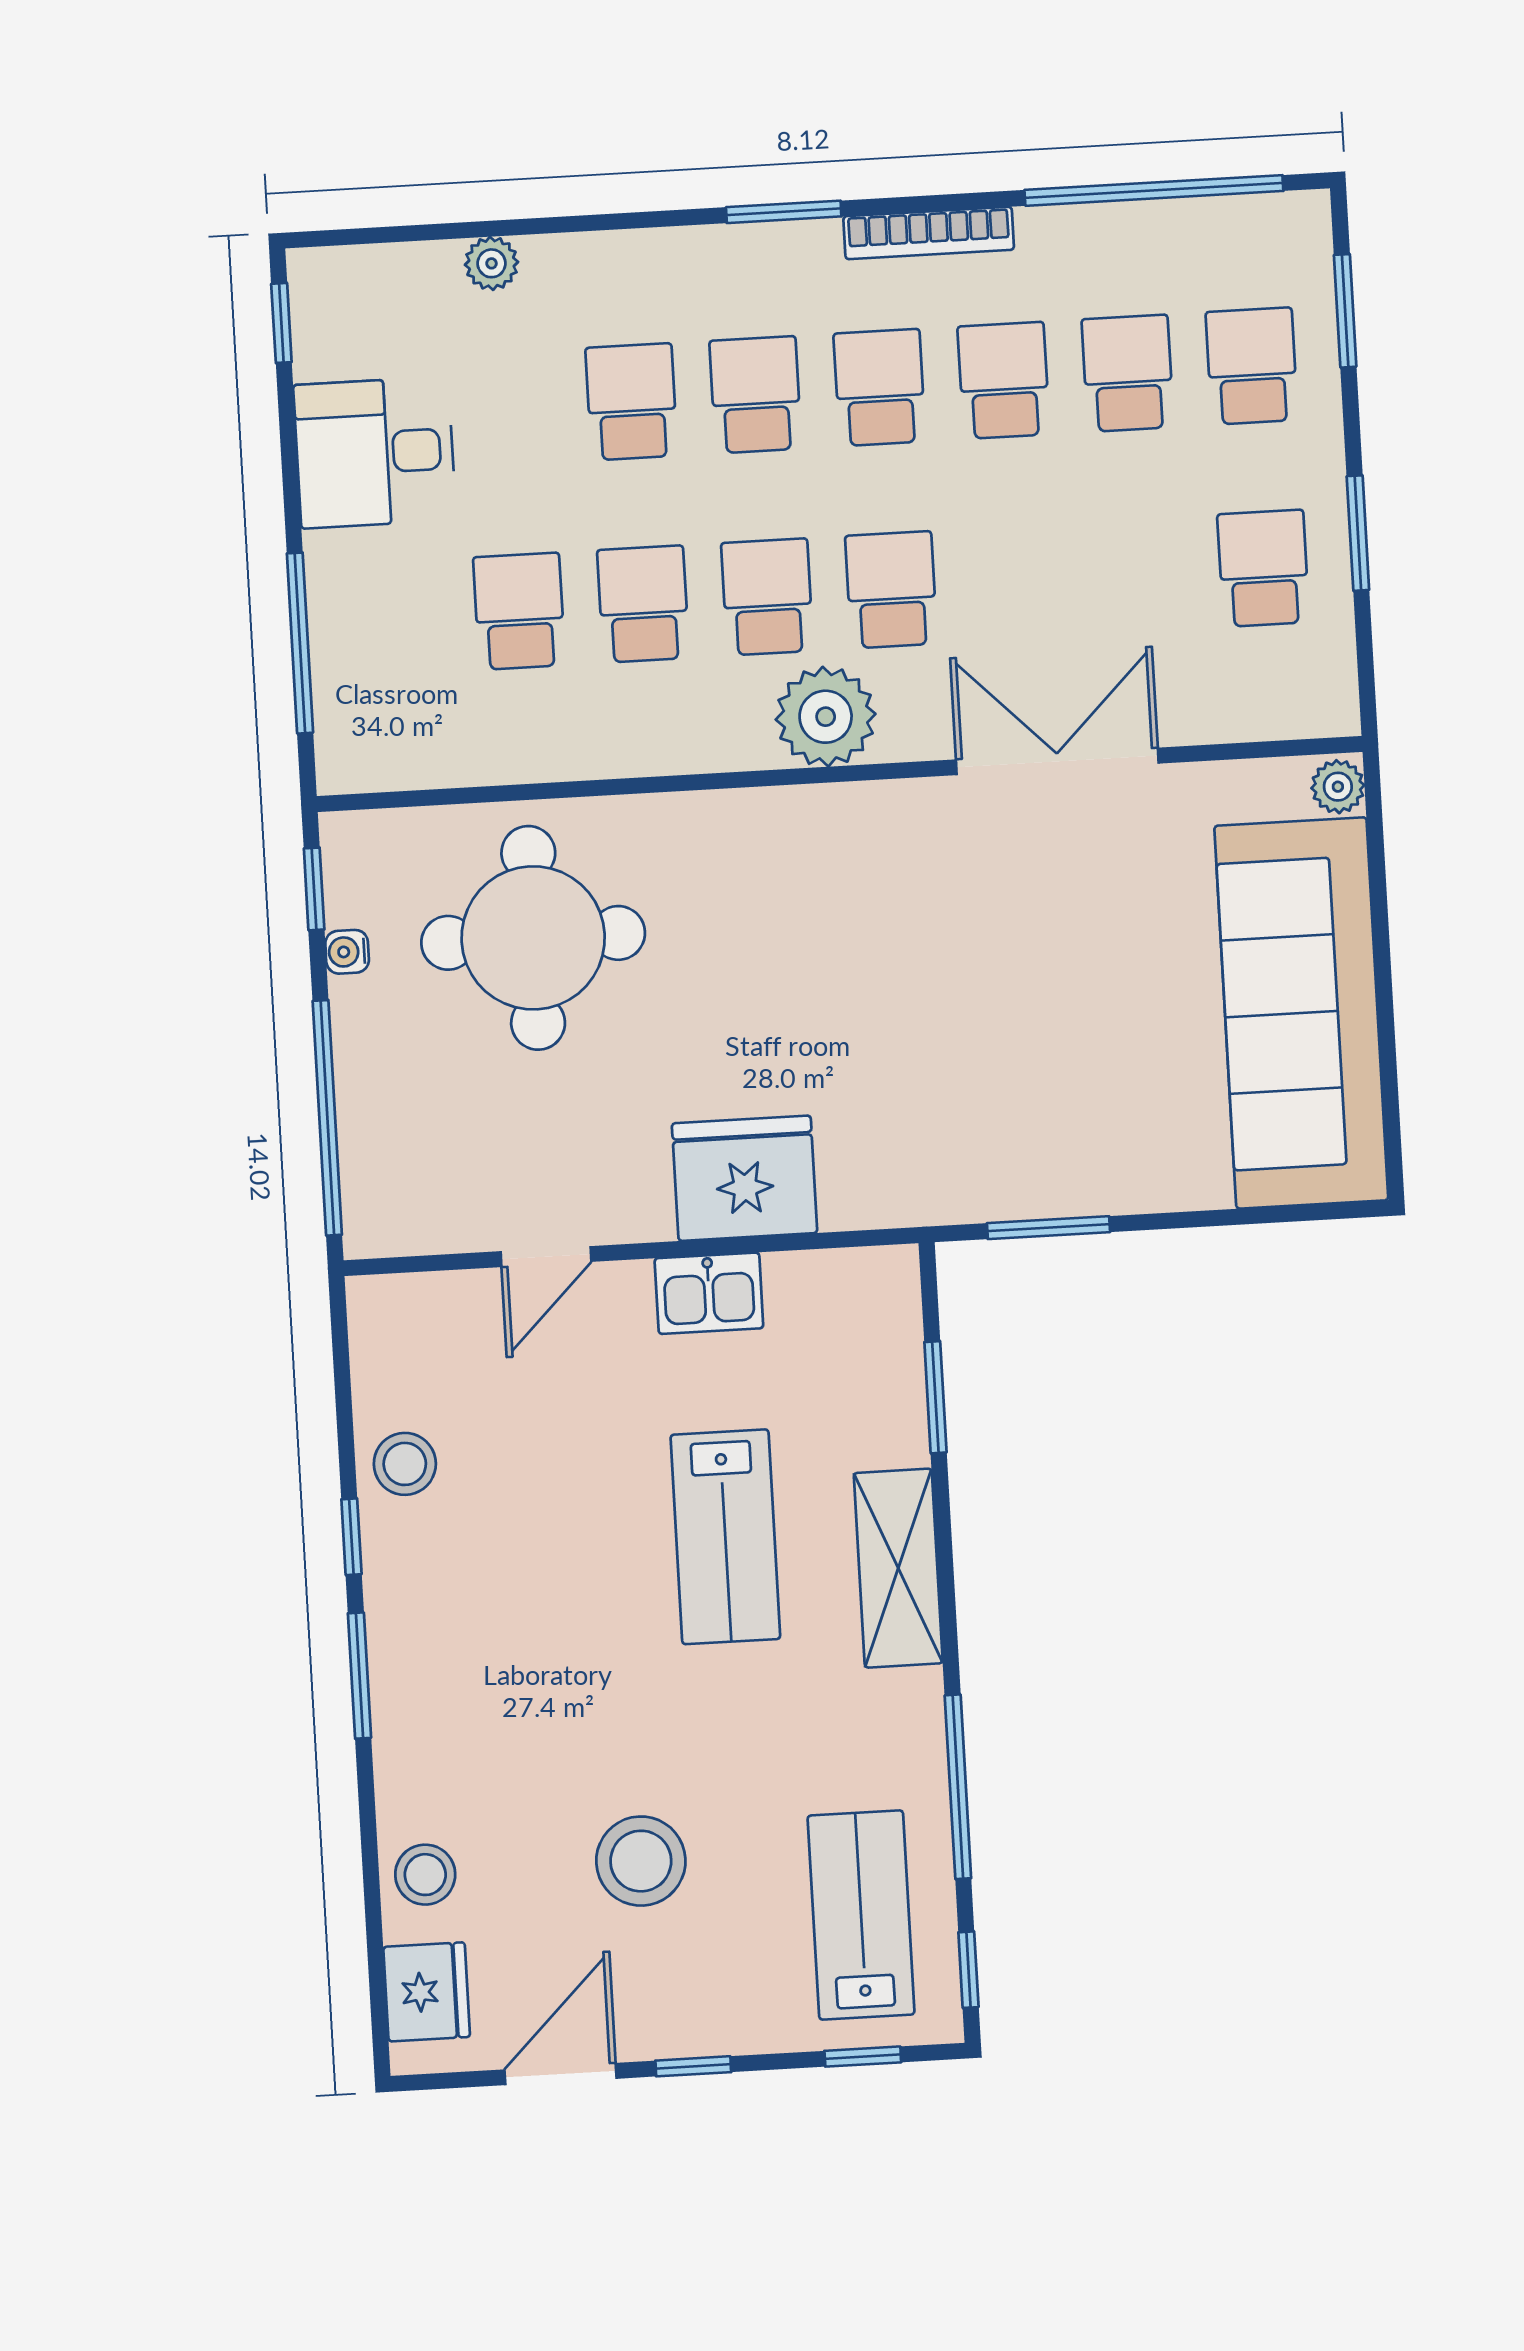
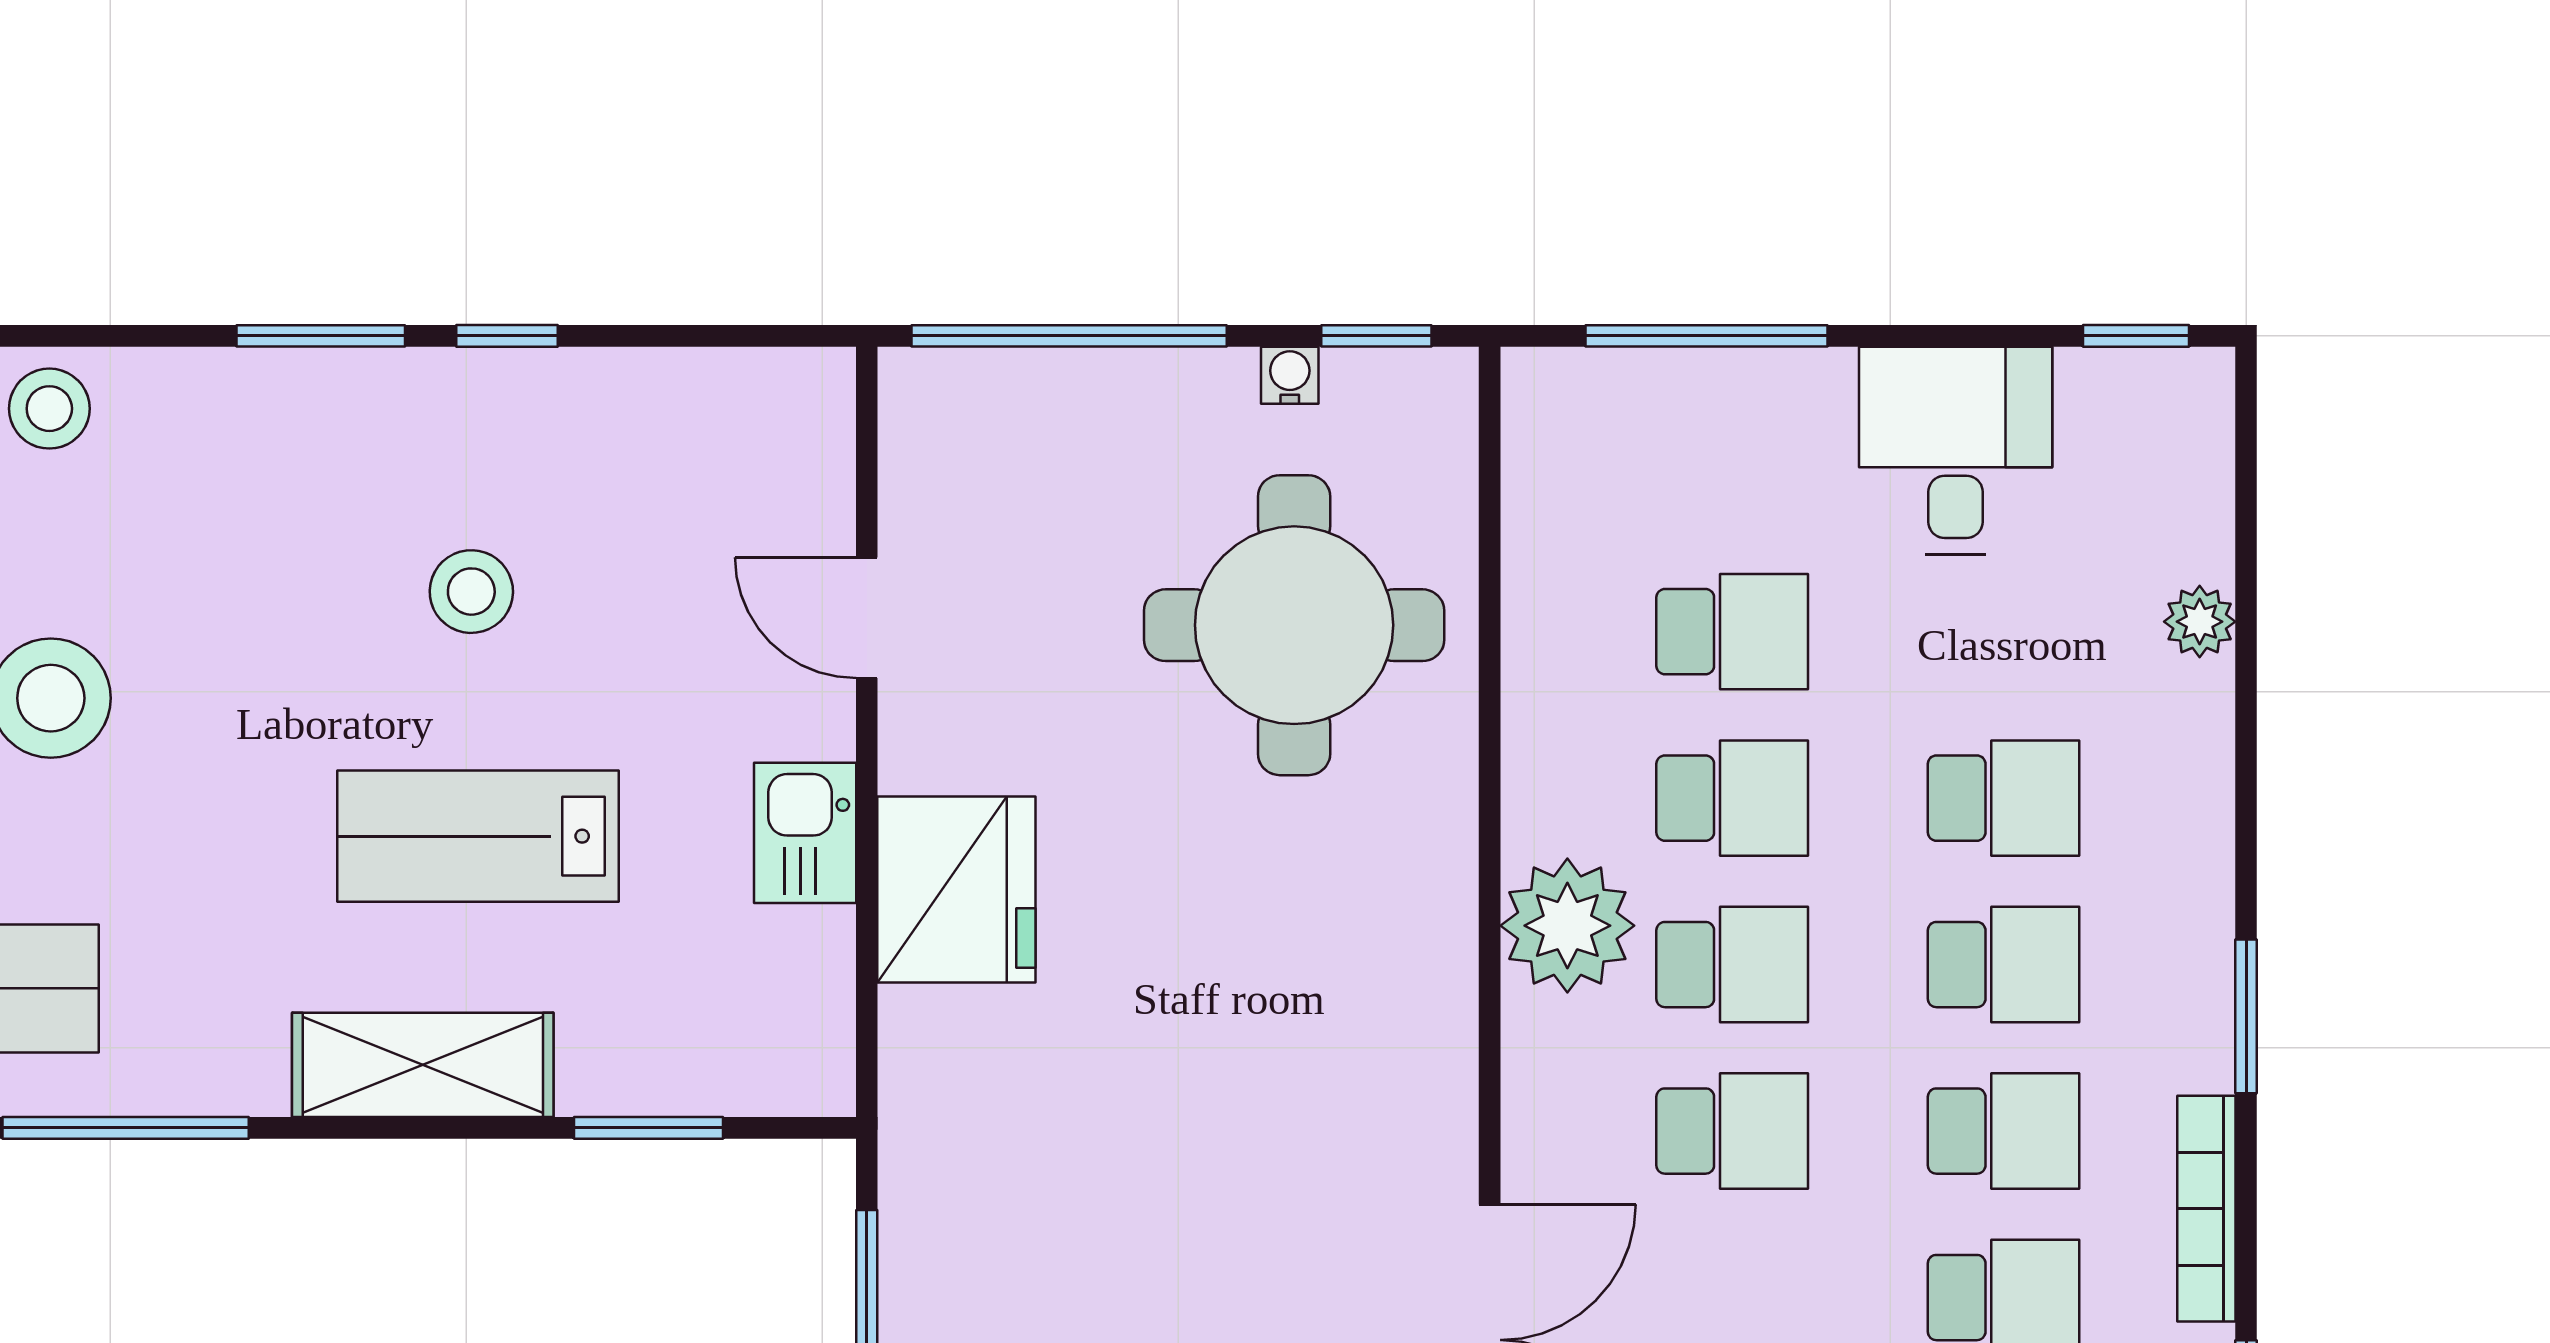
plant: (826, 717) -> (1567, 926), moved
stool: (405, 1464) -> (471, 592), moved

